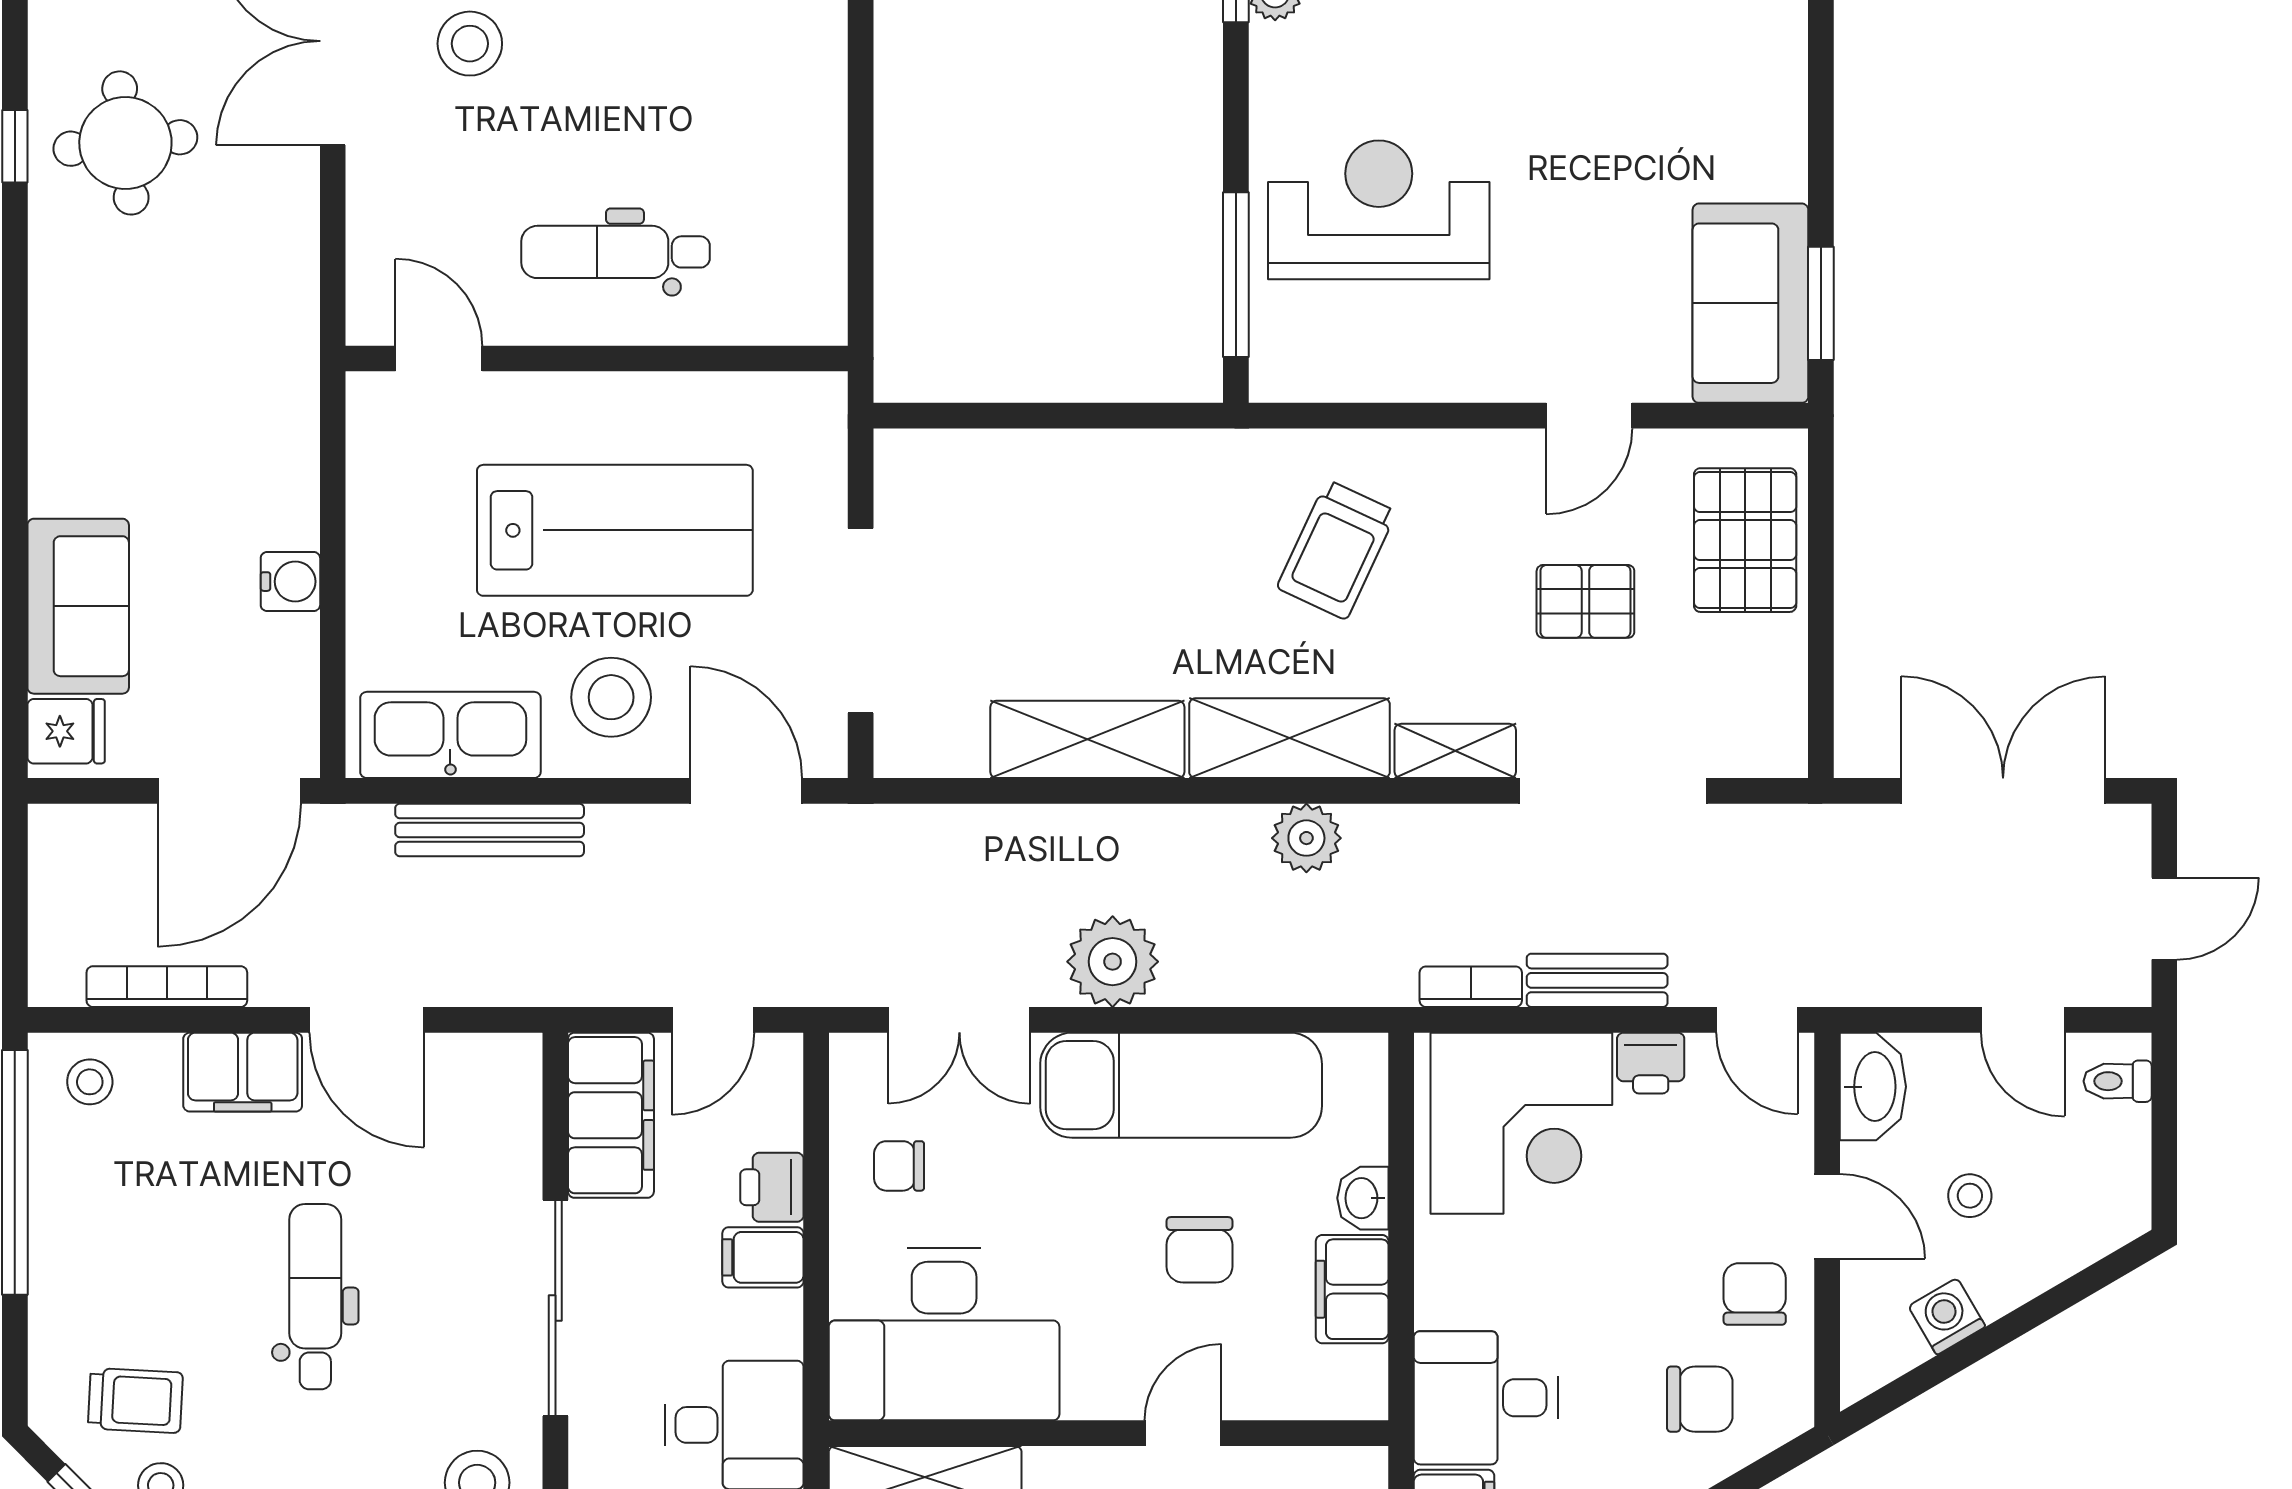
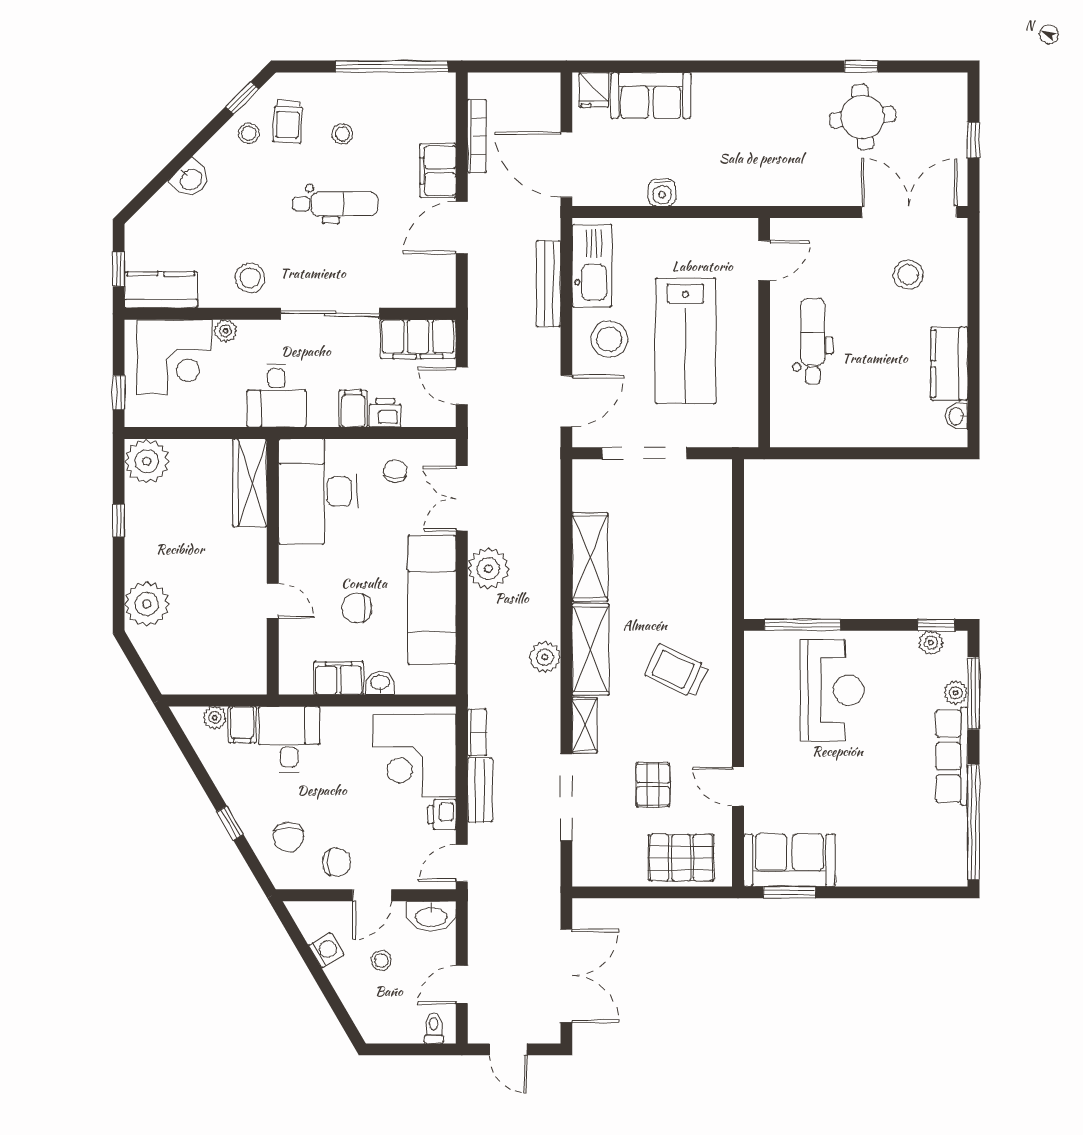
stool: (90, 1082) -> (342, 134), moved

